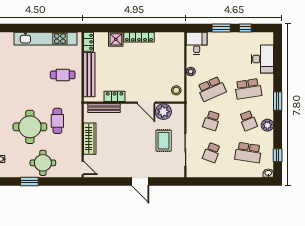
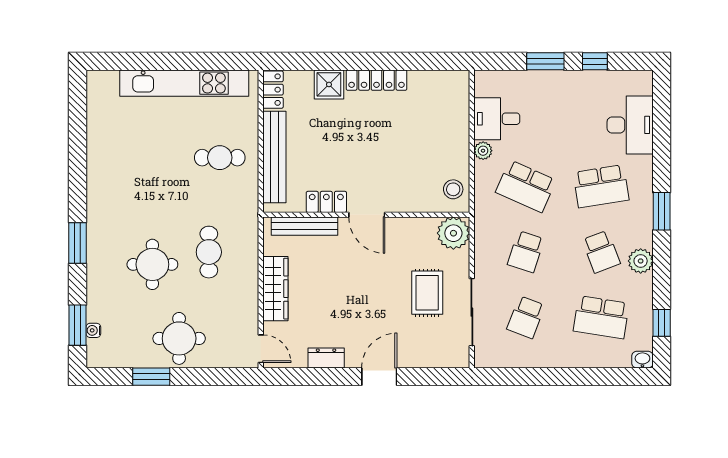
desk: (197, 43) -> (497, 119), moved, turned -90
school desk: (212, 89) -> (526, 186), turned 48
door: (146, 103) -> (367, 215), moved
plant: (163, 112) -> (453, 233), moved
round table: (30, 127) -> (152, 264), width x0.73, depth x0.73
dresser: (114, 172) -> (326, 358), added
door: (140, 181) -> (379, 377), swing flipped

